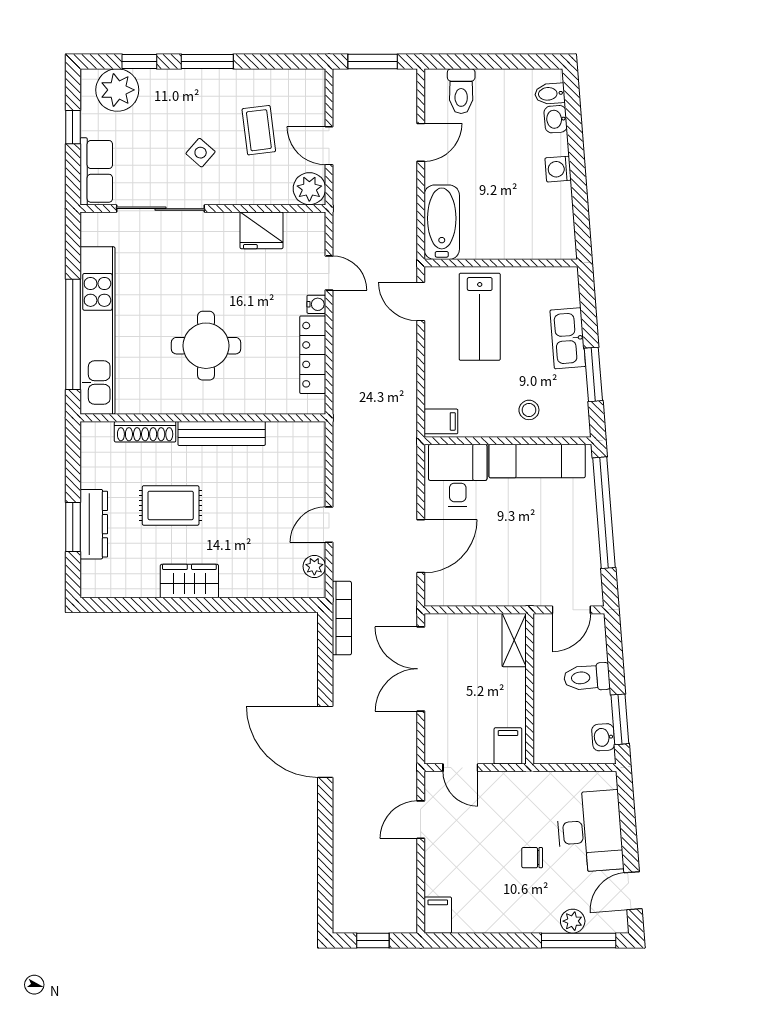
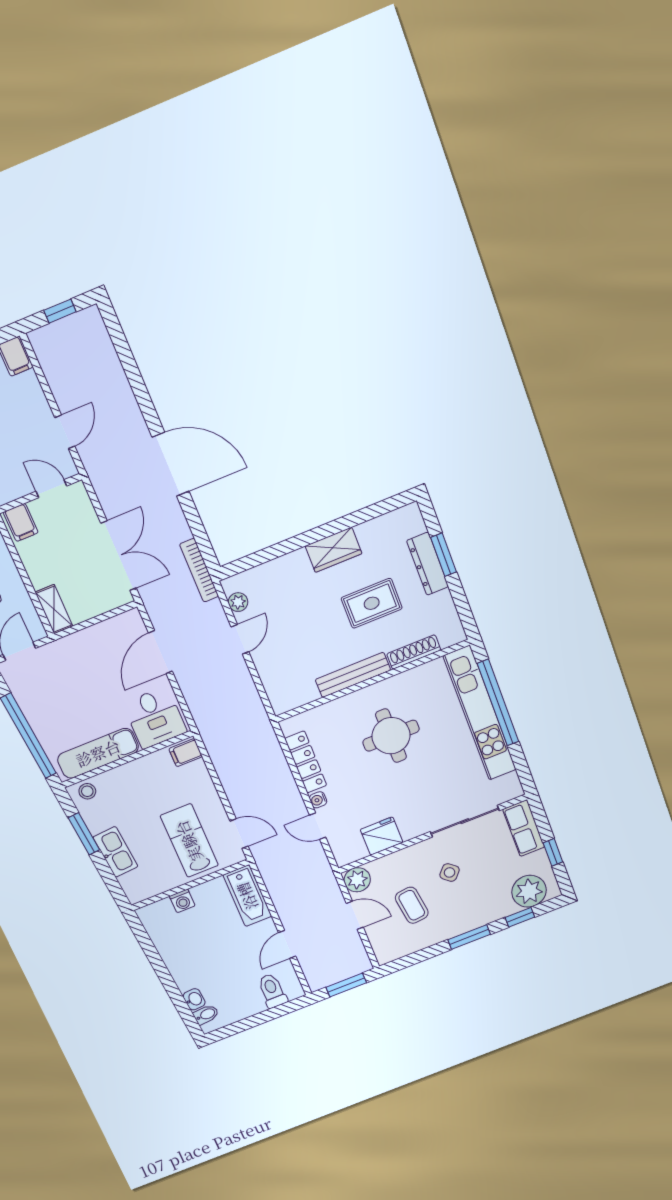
washing machine: (558, 169) -> (182, 901), moved, turned 94
stool: (529, 410) -> (87, 791), moved

